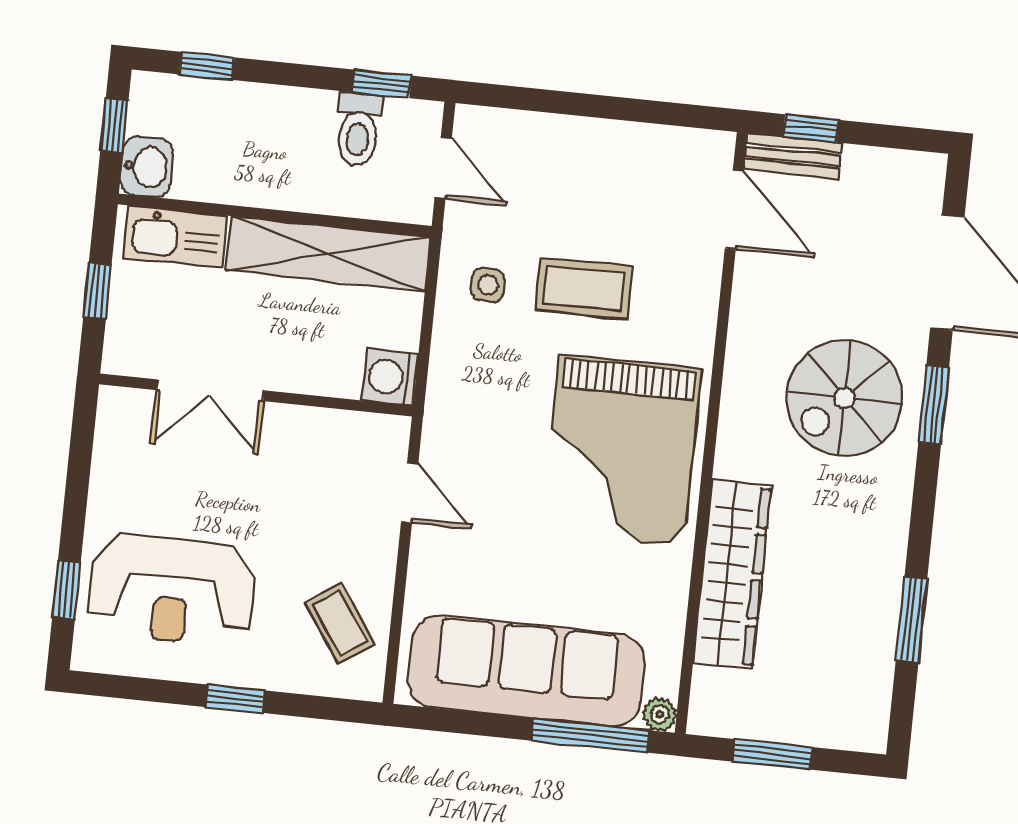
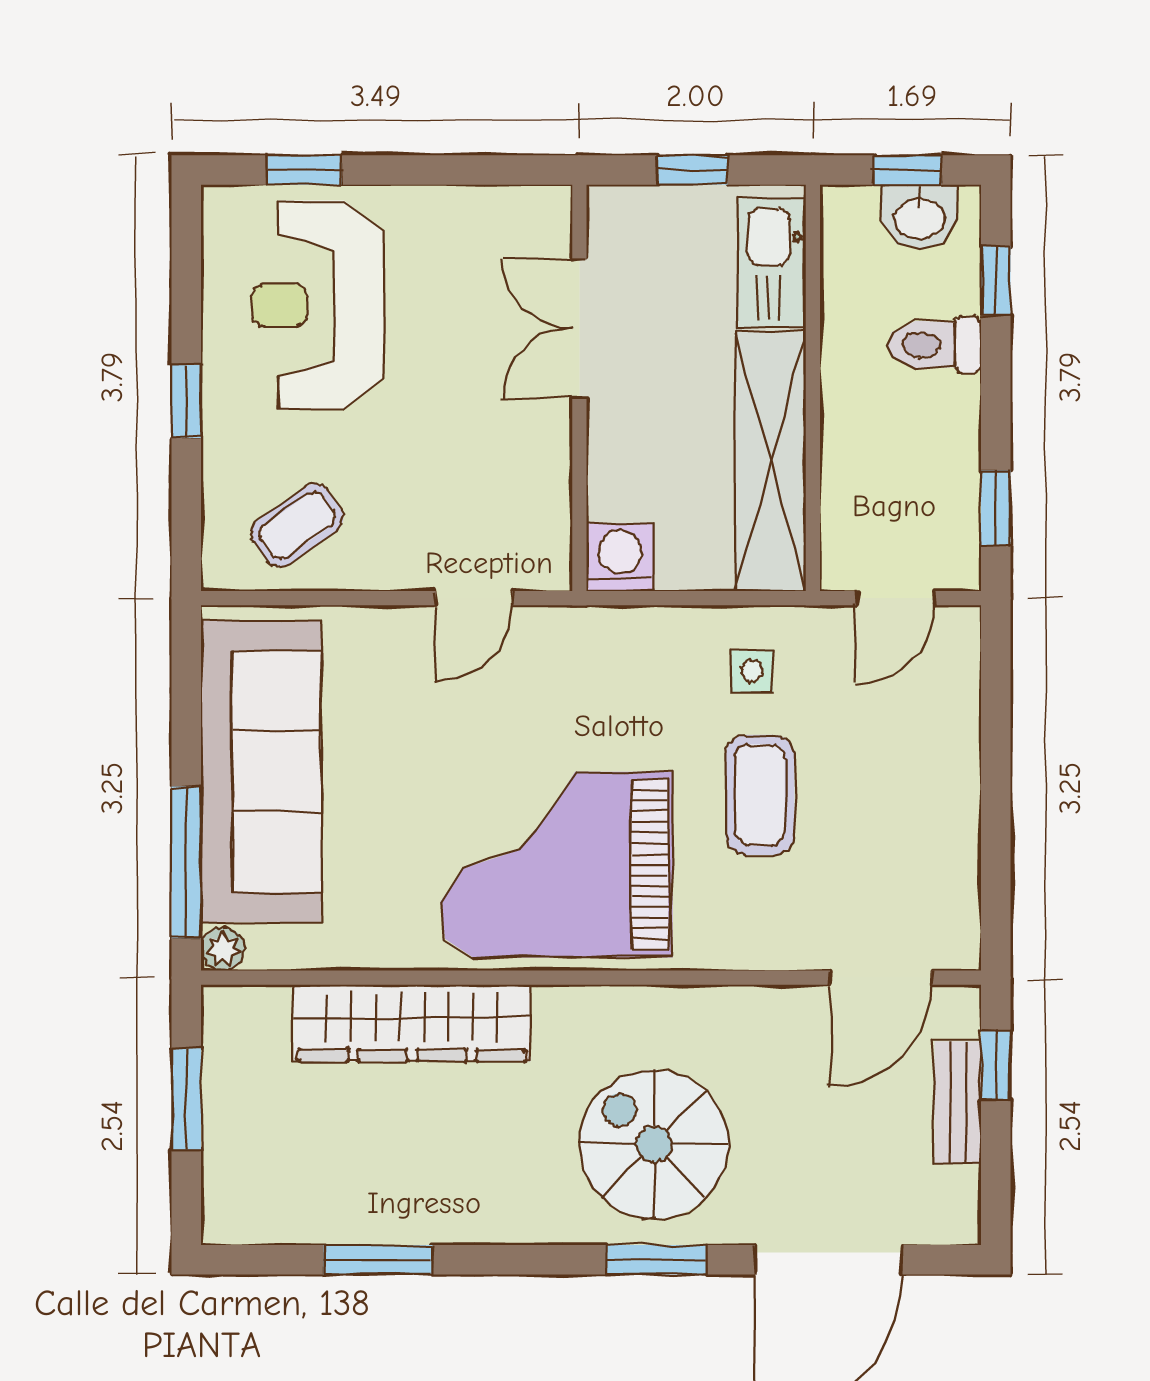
toilet: (358, 129) -> (934, 345), moved
bench: (793, 156) -> (958, 1103), moved
washbasin: (147, 167) -> (920, 217), moved

